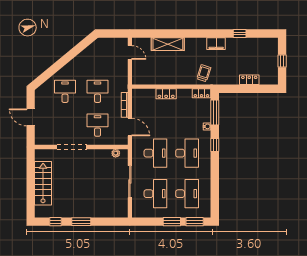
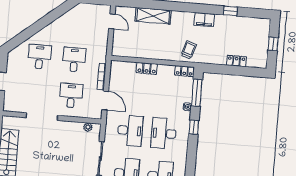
desk: (187, 153) -> (164, 133), turned 180

